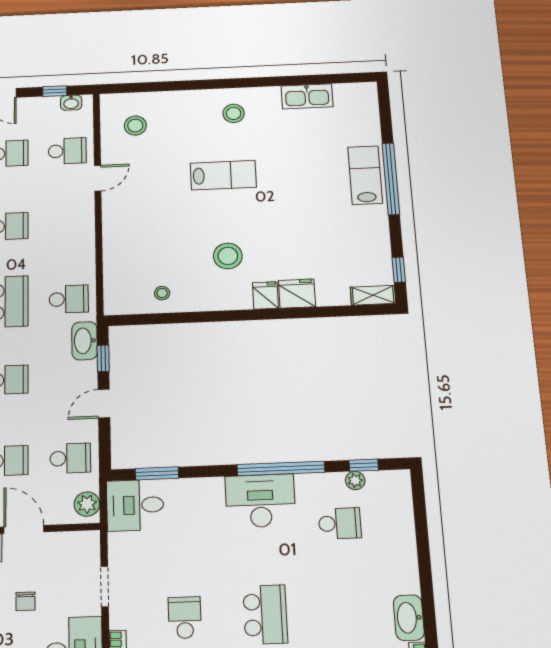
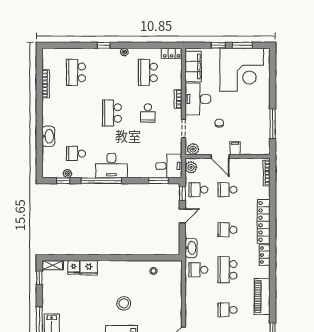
stool: (228, 256) -> (124, 303), moved
fridge: (265, 295) -> (74, 267), moved
window: (103, 358) -> (182, 194), moved
plant: (83, 543) -> (193, 149), added
washbasin: (409, 618) -> (48, 136), moved

